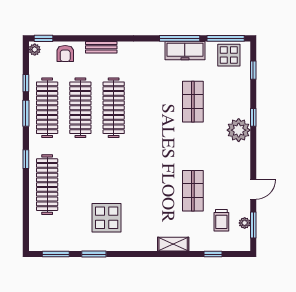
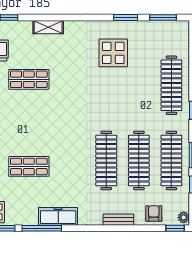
freezer: (185, 51) -> (58, 216), moved
shop shelf: (193, 102) -> (29, 166), turned 90
shop shelf: (193, 191) -> (29, 79), turned 90

